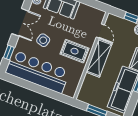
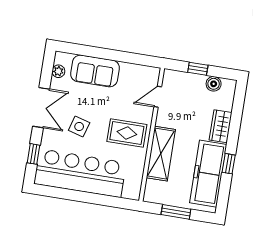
door: (100, 31) -> (158, 97), swing flipped
shelving: (99, 58) -> (161, 154), moved

